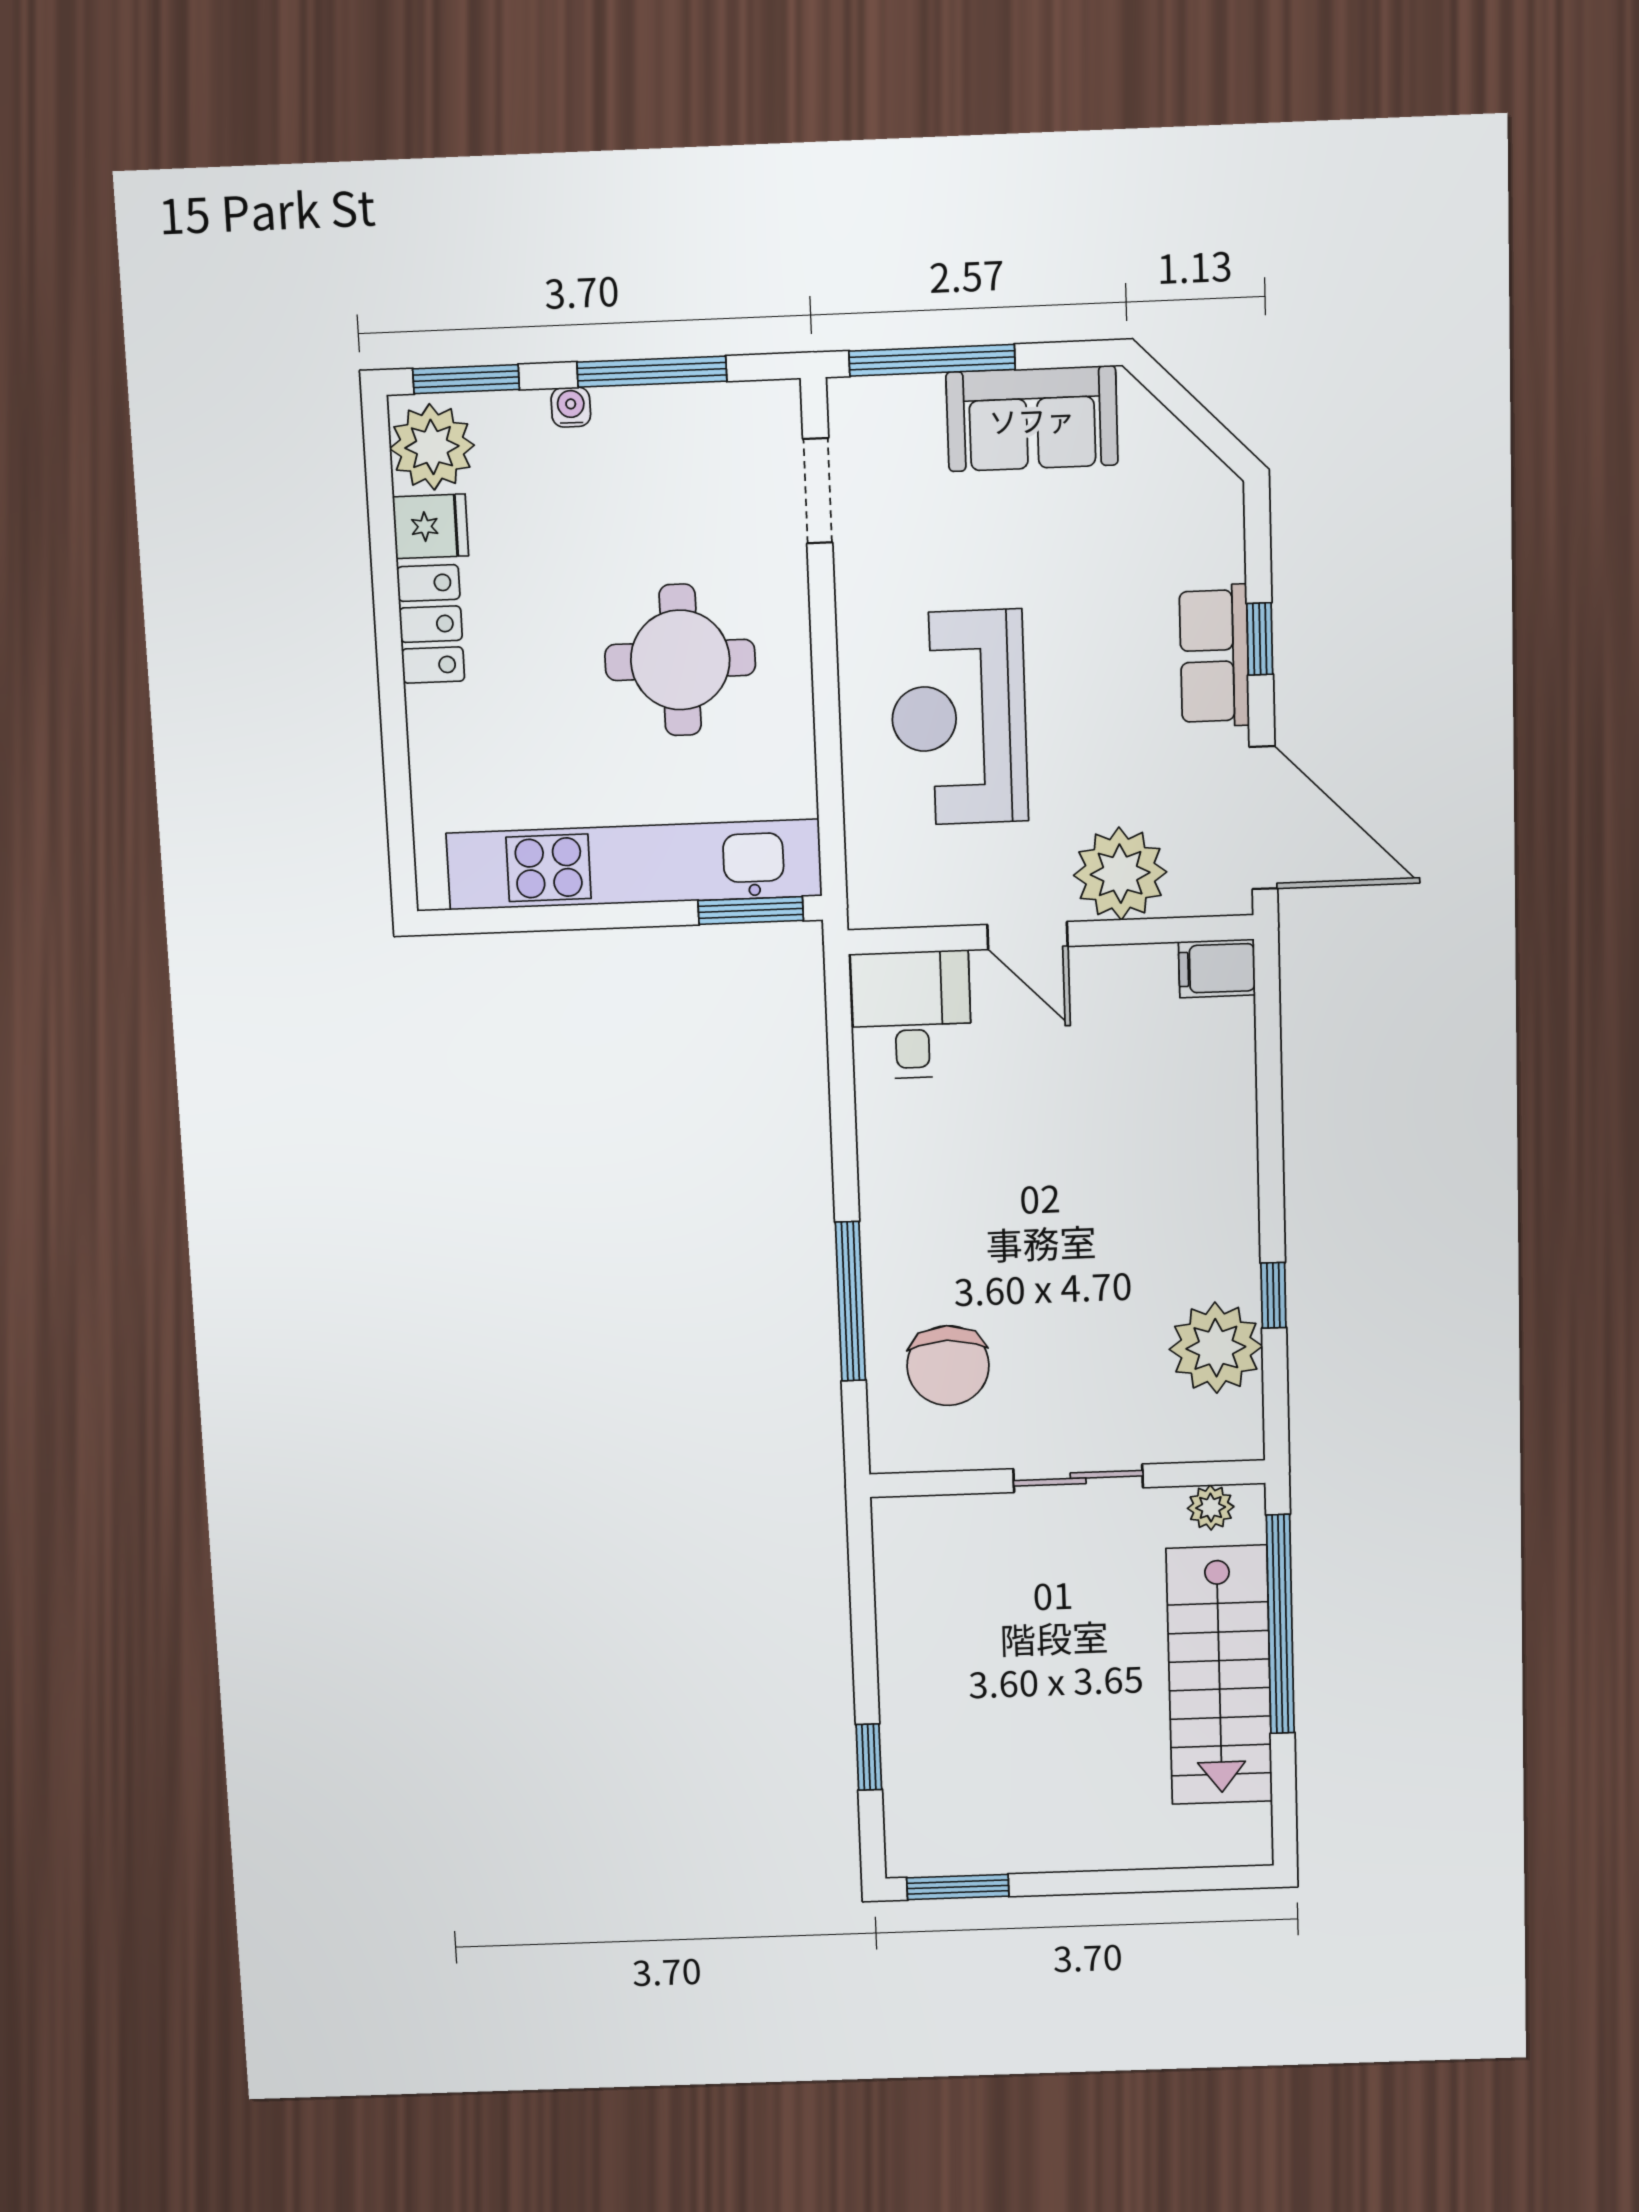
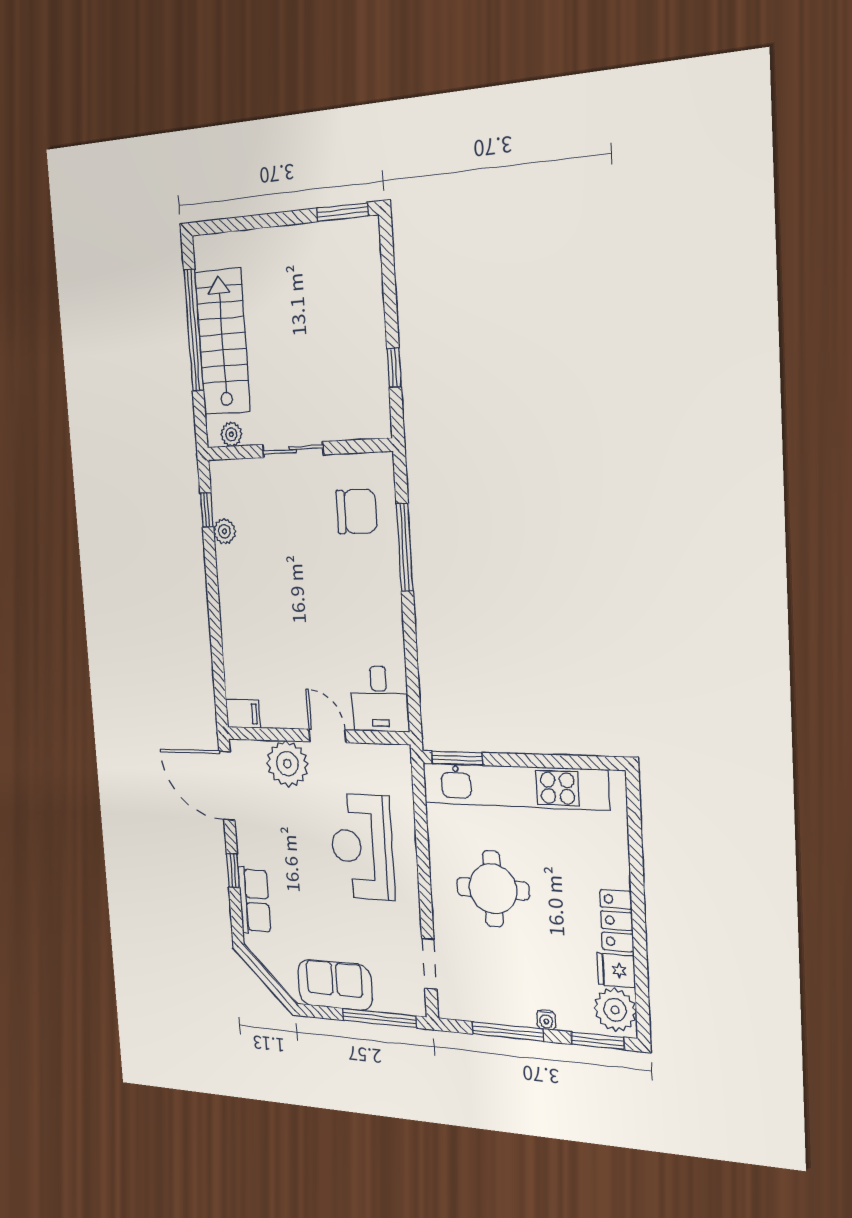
row of seats: (1214, 656) -> (254, 900), moved
reception desk: (959, 718) -> (362, 847), turned 180
window: (1273, 1295) -> (207, 510), moved
plant: (1216, 1348) -> (224, 531), width x0.53, depth x0.53
chair: (948, 1366) -> (357, 511), turned 90
window: (1280, 1624) -> (194, 330), moved
window: (869, 1757) -> (394, 368), moved

